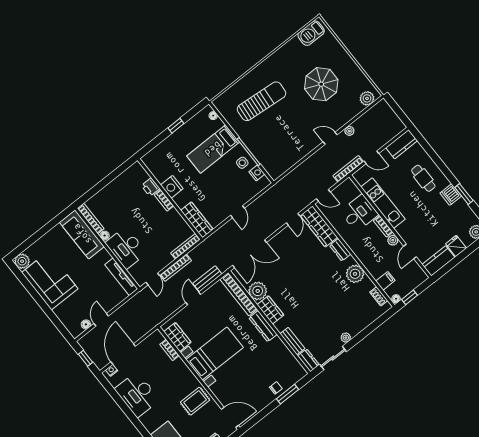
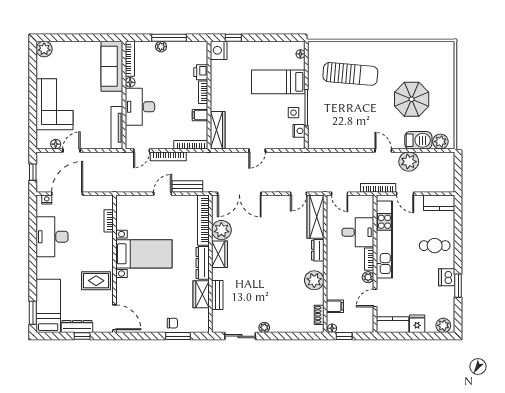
barbecue: (311, 33) -> (418, 140), moved, turned 180
window: (176, 126) -> (233, 38), moved
plant: (349, 131) -> (409, 162), width x1.88, depth x1.88
cafe table: (423, 178) -> (435, 246), turned 90
window: (107, 180) -> (169, 38), added
nightstand: (172, 187) -> (219, 50), moved
plant: (106, 191) -> (161, 47), added
kitchen unit: (383, 203) -> (384, 240), width x1.36
filing cabinet: (175, 219) -> (200, 115), added
corner sofa: (50, 281) -> (54, 104), moved
wardrobe: (177, 337) -> (201, 294), moved, turned 180
dresser: (308, 360) -> (218, 322), removed

